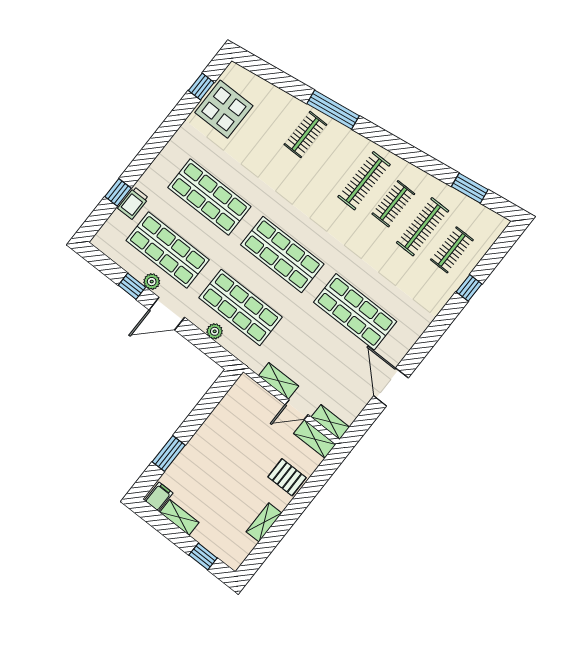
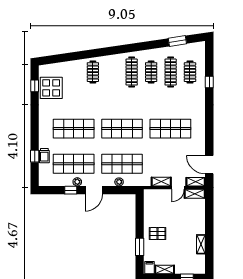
window: (333, 110) -> (96, 53), removed
door: (391, 387) -> (209, 165), moved
pallet: (287, 477) -> (158, 234), moved

